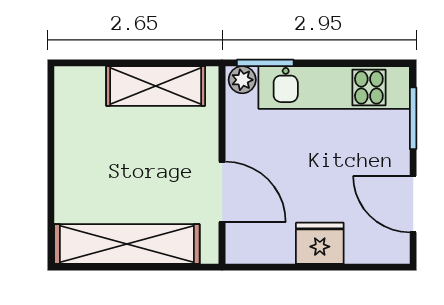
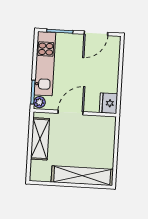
door: (222, 192) -> (71, 112), moved
fridge: (320, 243) -> (108, 103), moved
shelving: (127, 244) -> (82, 176), moved, turned 90

